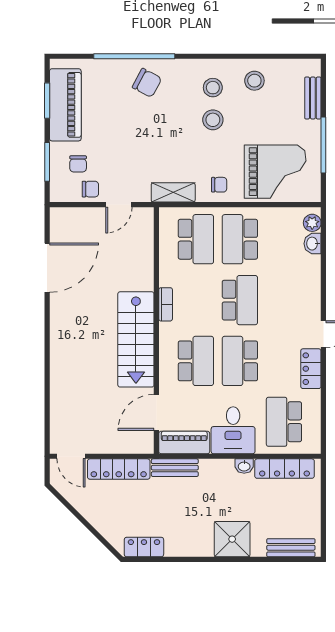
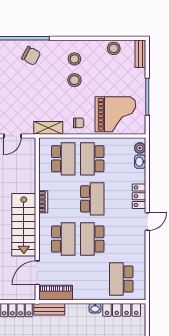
stool: (254, 81) -> (114, 48), moved
bench: (313, 98) -> (140, 54), moved
locker: (311, 369) -> (139, 196), moved
desk: (233, 430) -> (88, 285), removed

